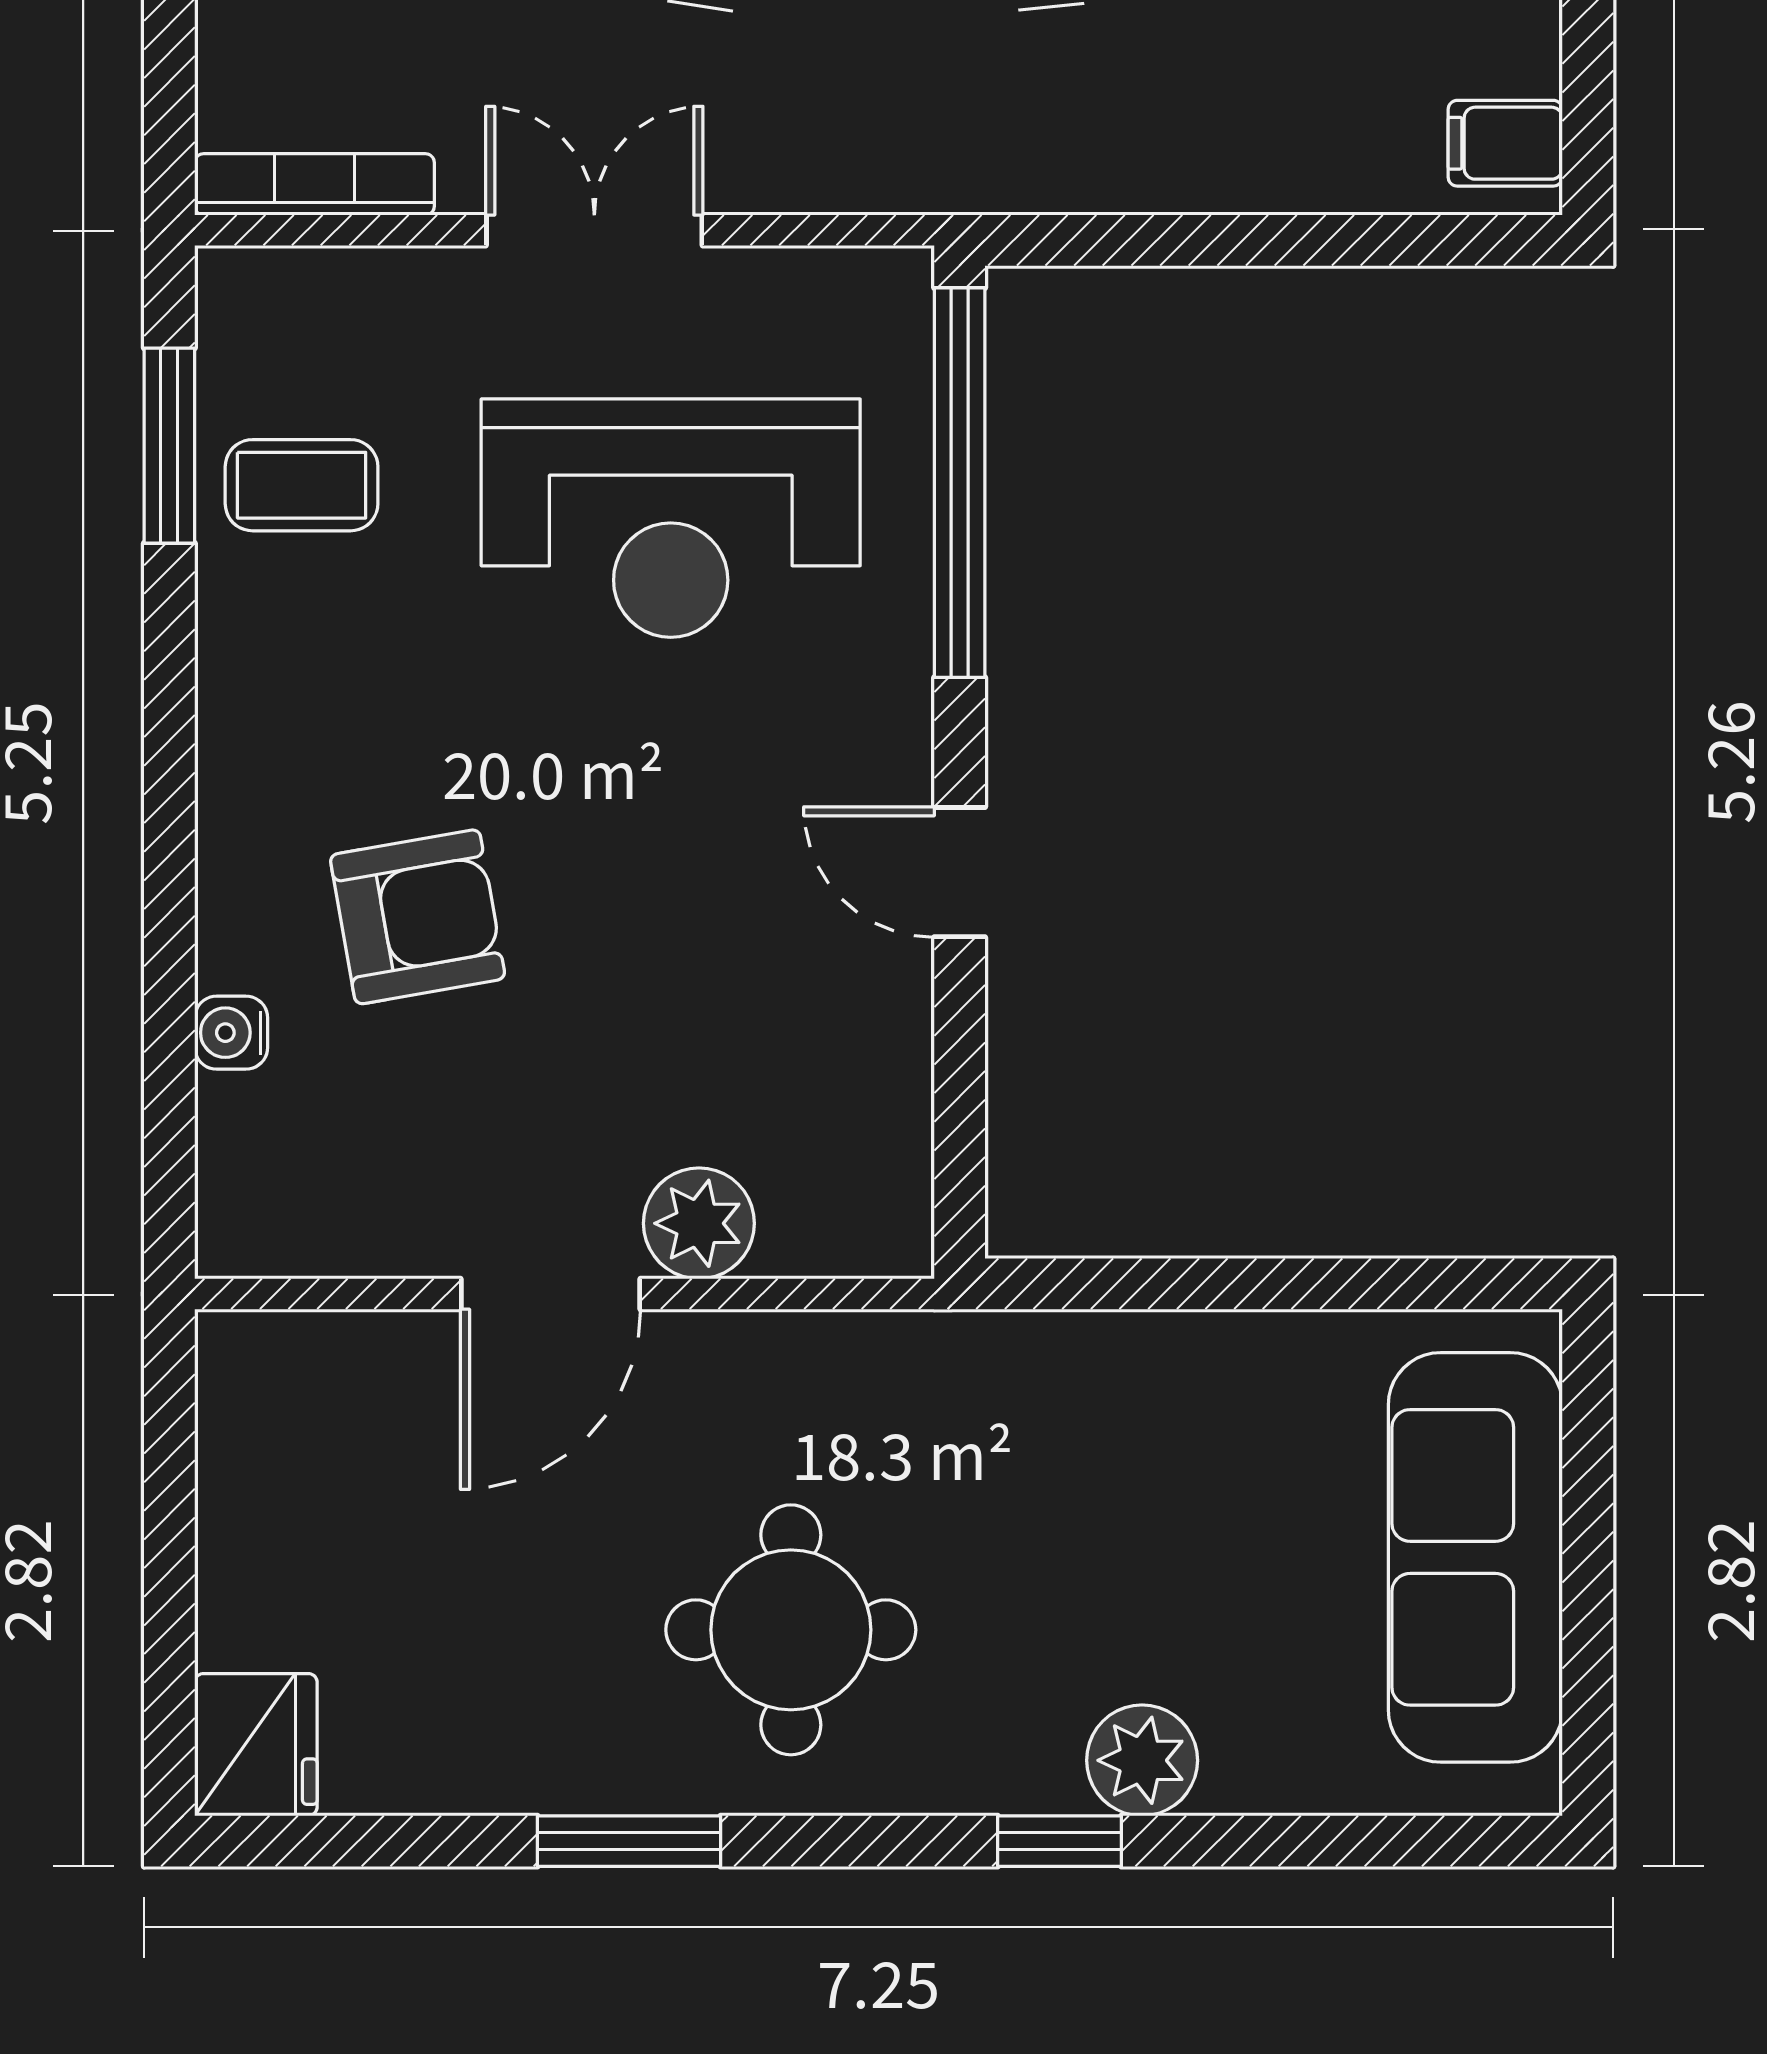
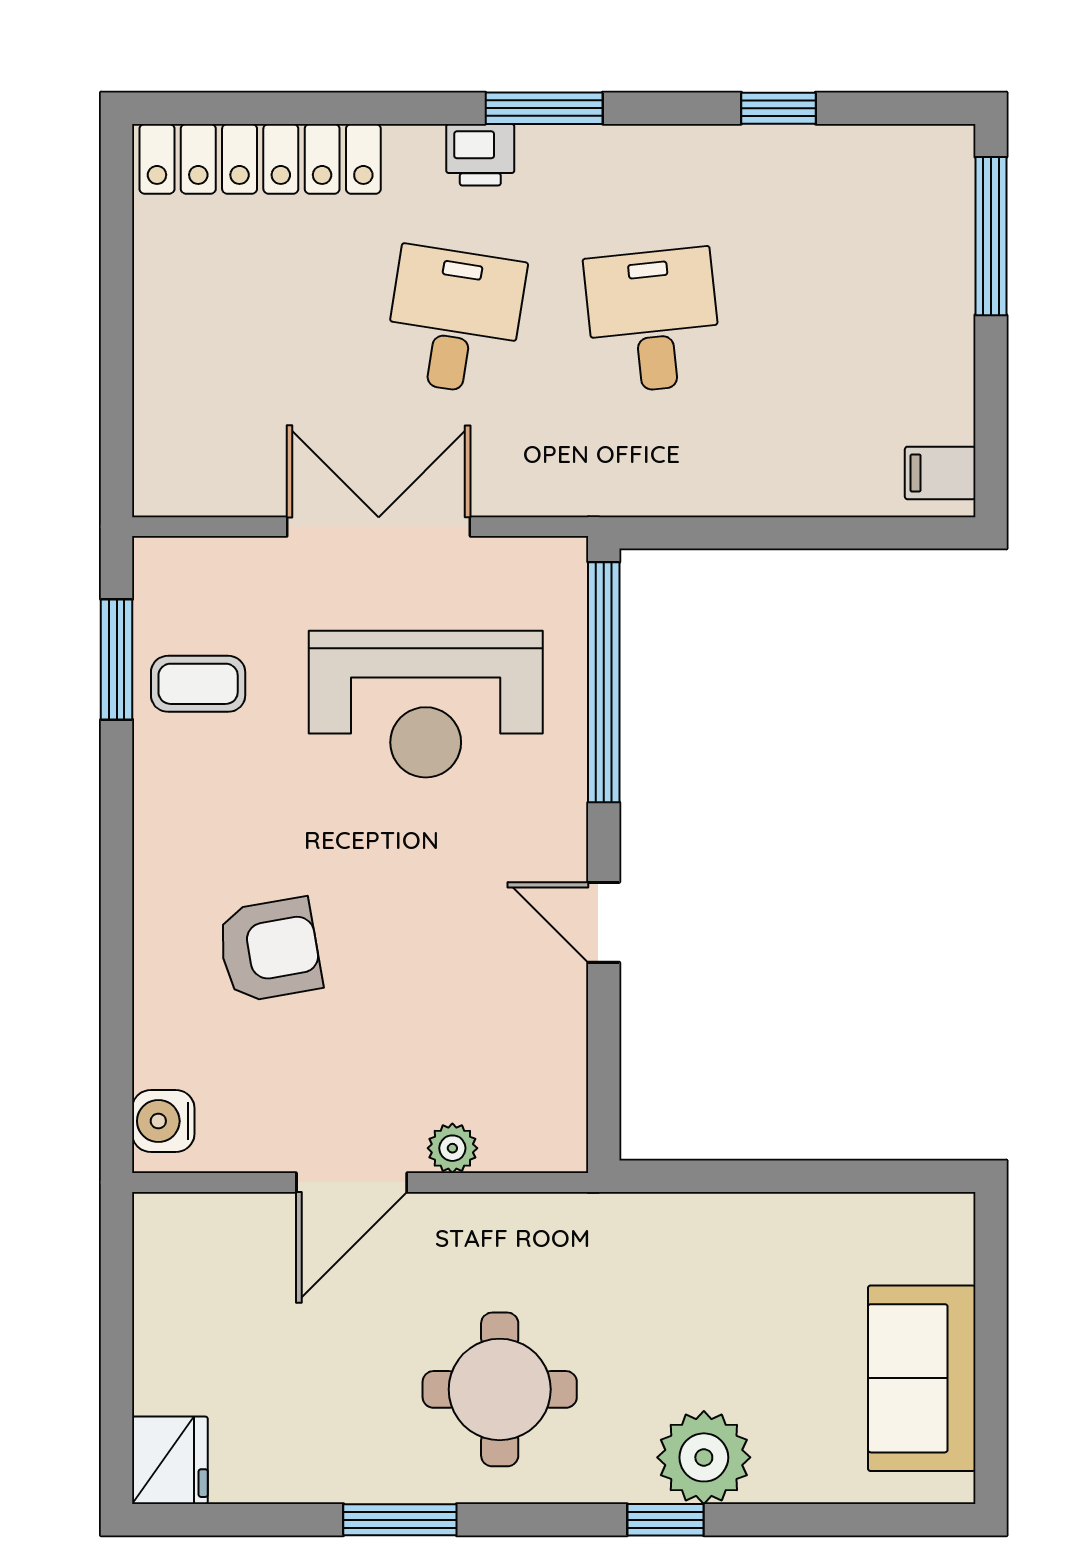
bookcase: (315, 184) -> (206, 498), removed
double door: (594, 230) -> (379, 527), width x1.37
water cooler: (231, 1033) -> (163, 1121), moved, width x1.38, depth x1.38
plant: (699, 1223) -> (452, 1148), width x0.73, depth x0.73
sofa: (1475, 1557) -> (922, 1378), width x0.73
plant: (1142, 1760) -> (704, 1457), width x1.36, depth x1.36

